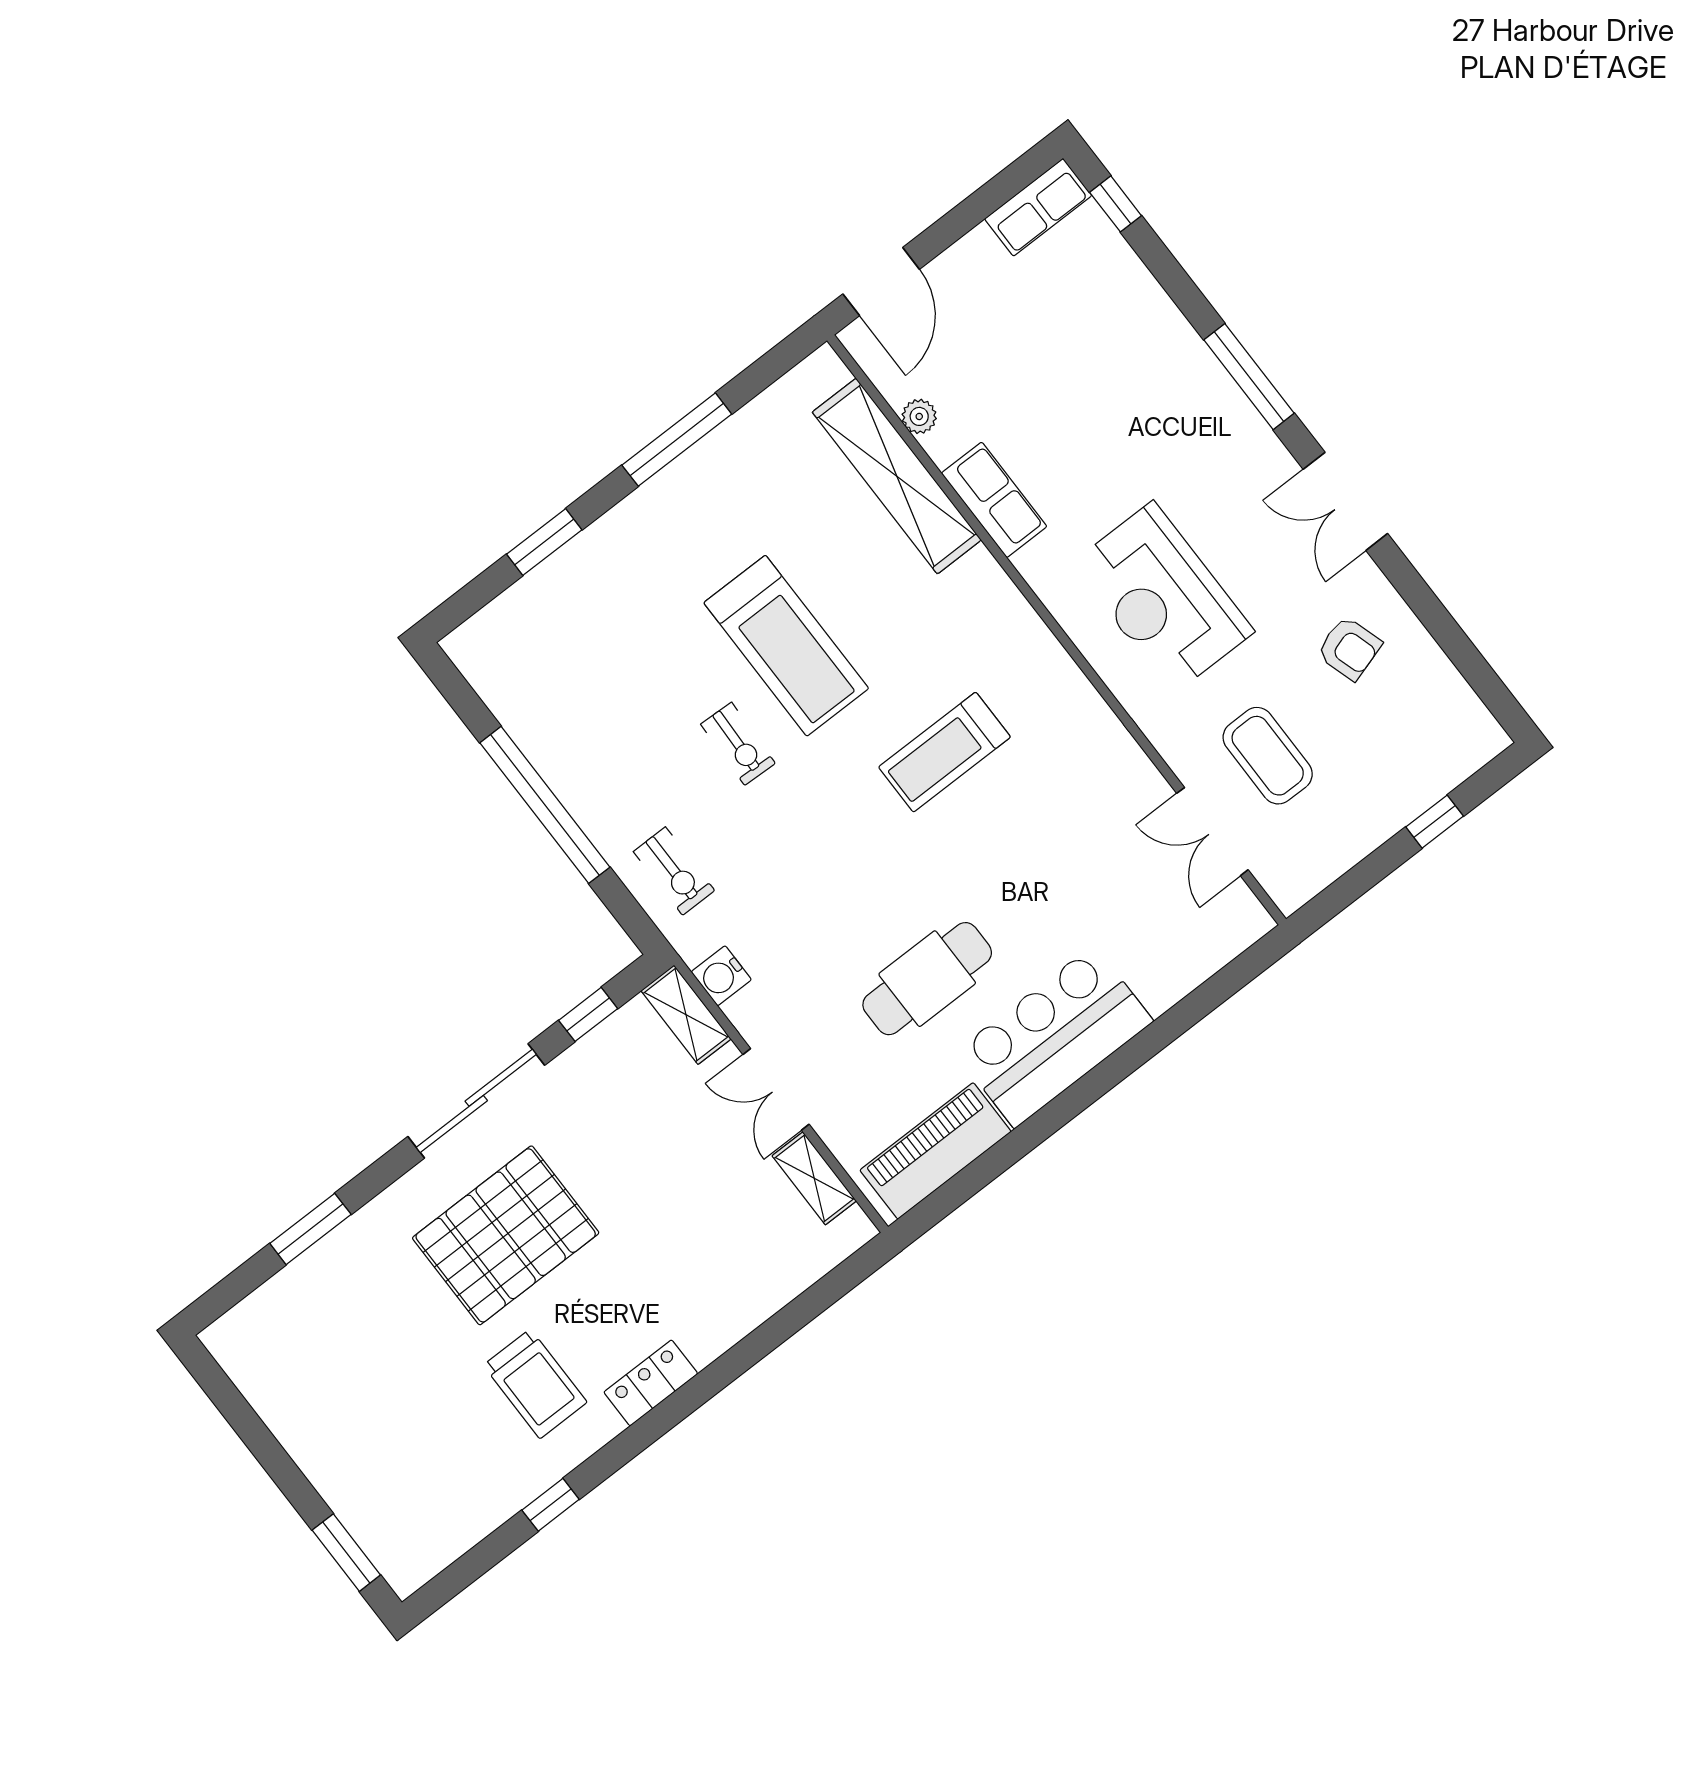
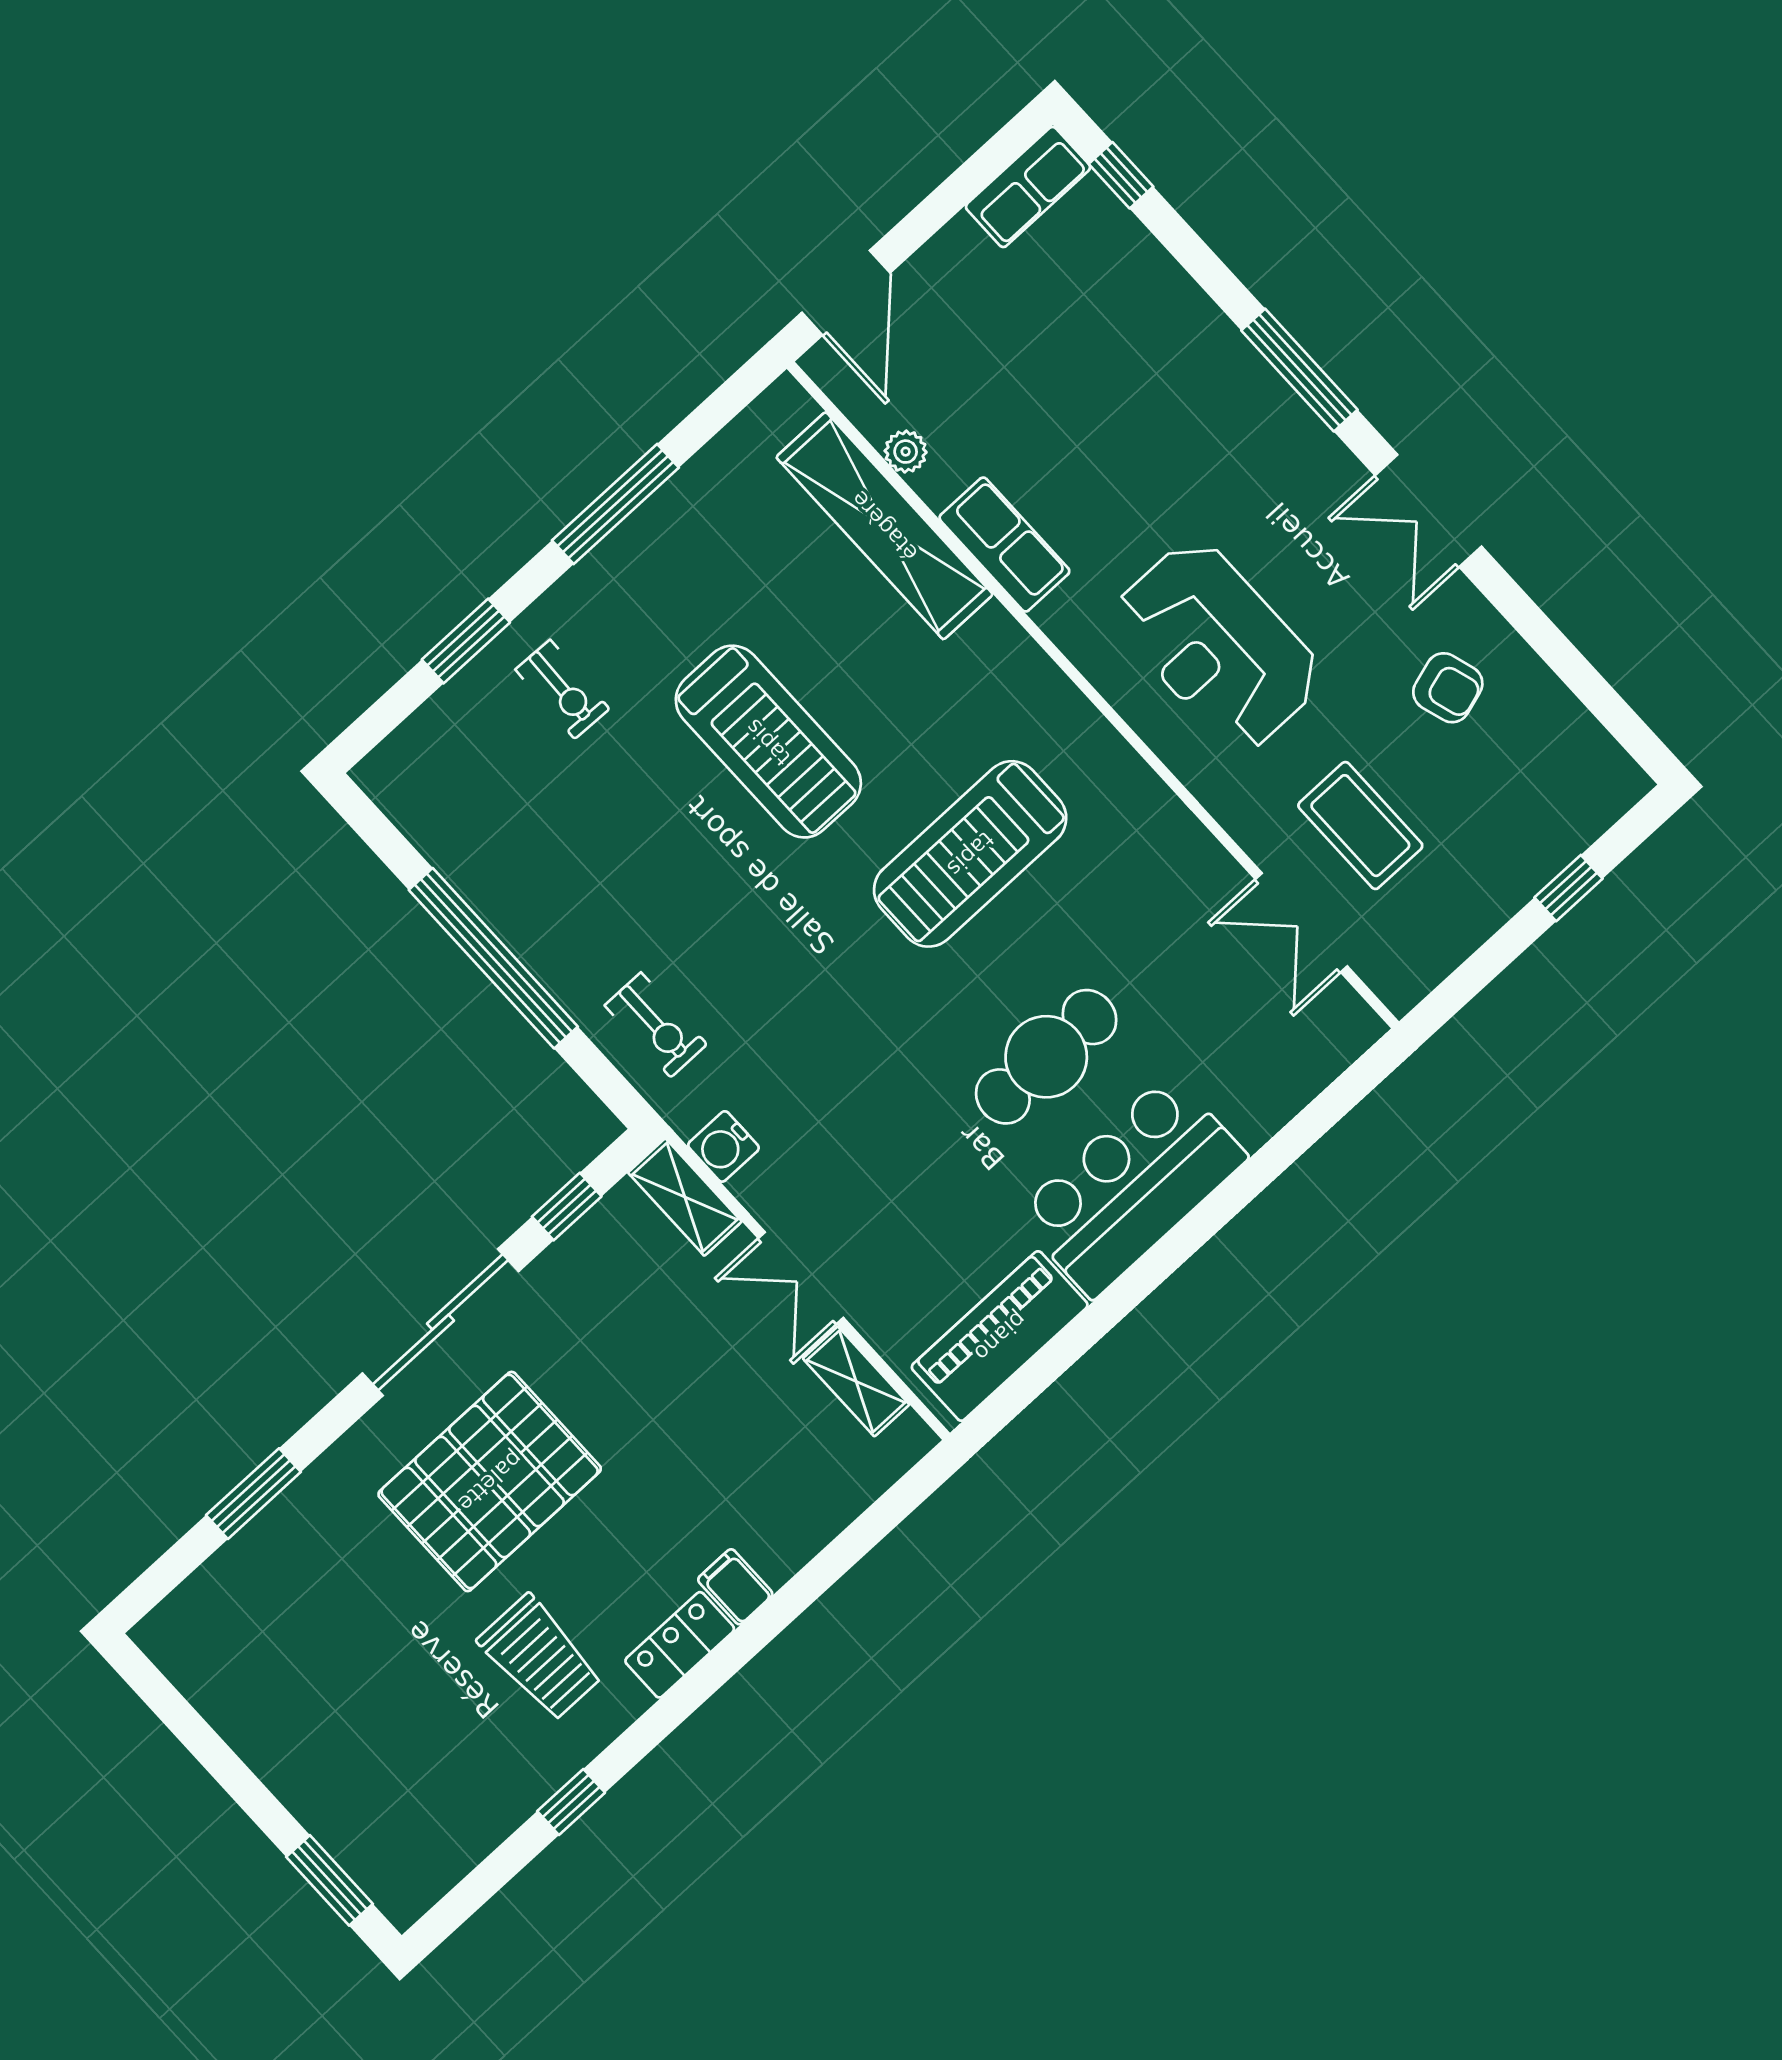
exercise bike: (738, 744) -> (562, 689), moved
treadmill: (945, 752) -> (970, 854), width x1.37, depth x1.38
cafe table: (927, 979) -> (1046, 1057), moved
filing cabinet: (701, 1339) -> (735, 1587), added

